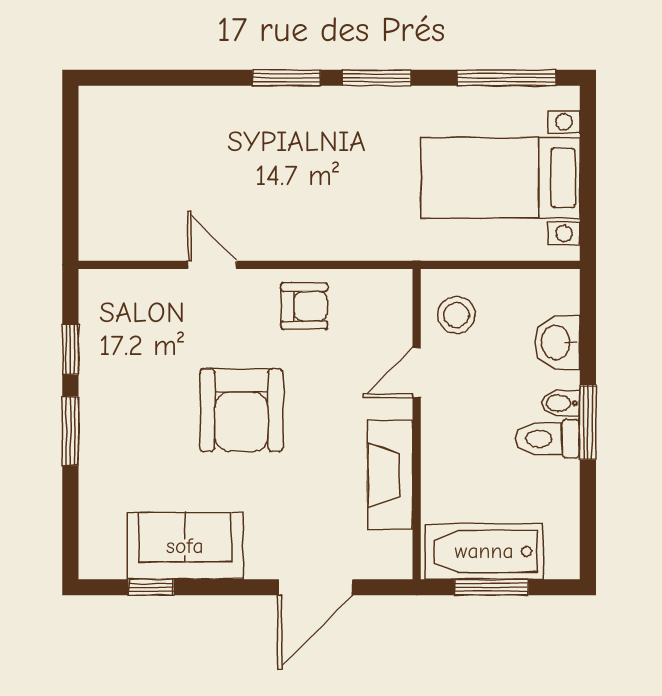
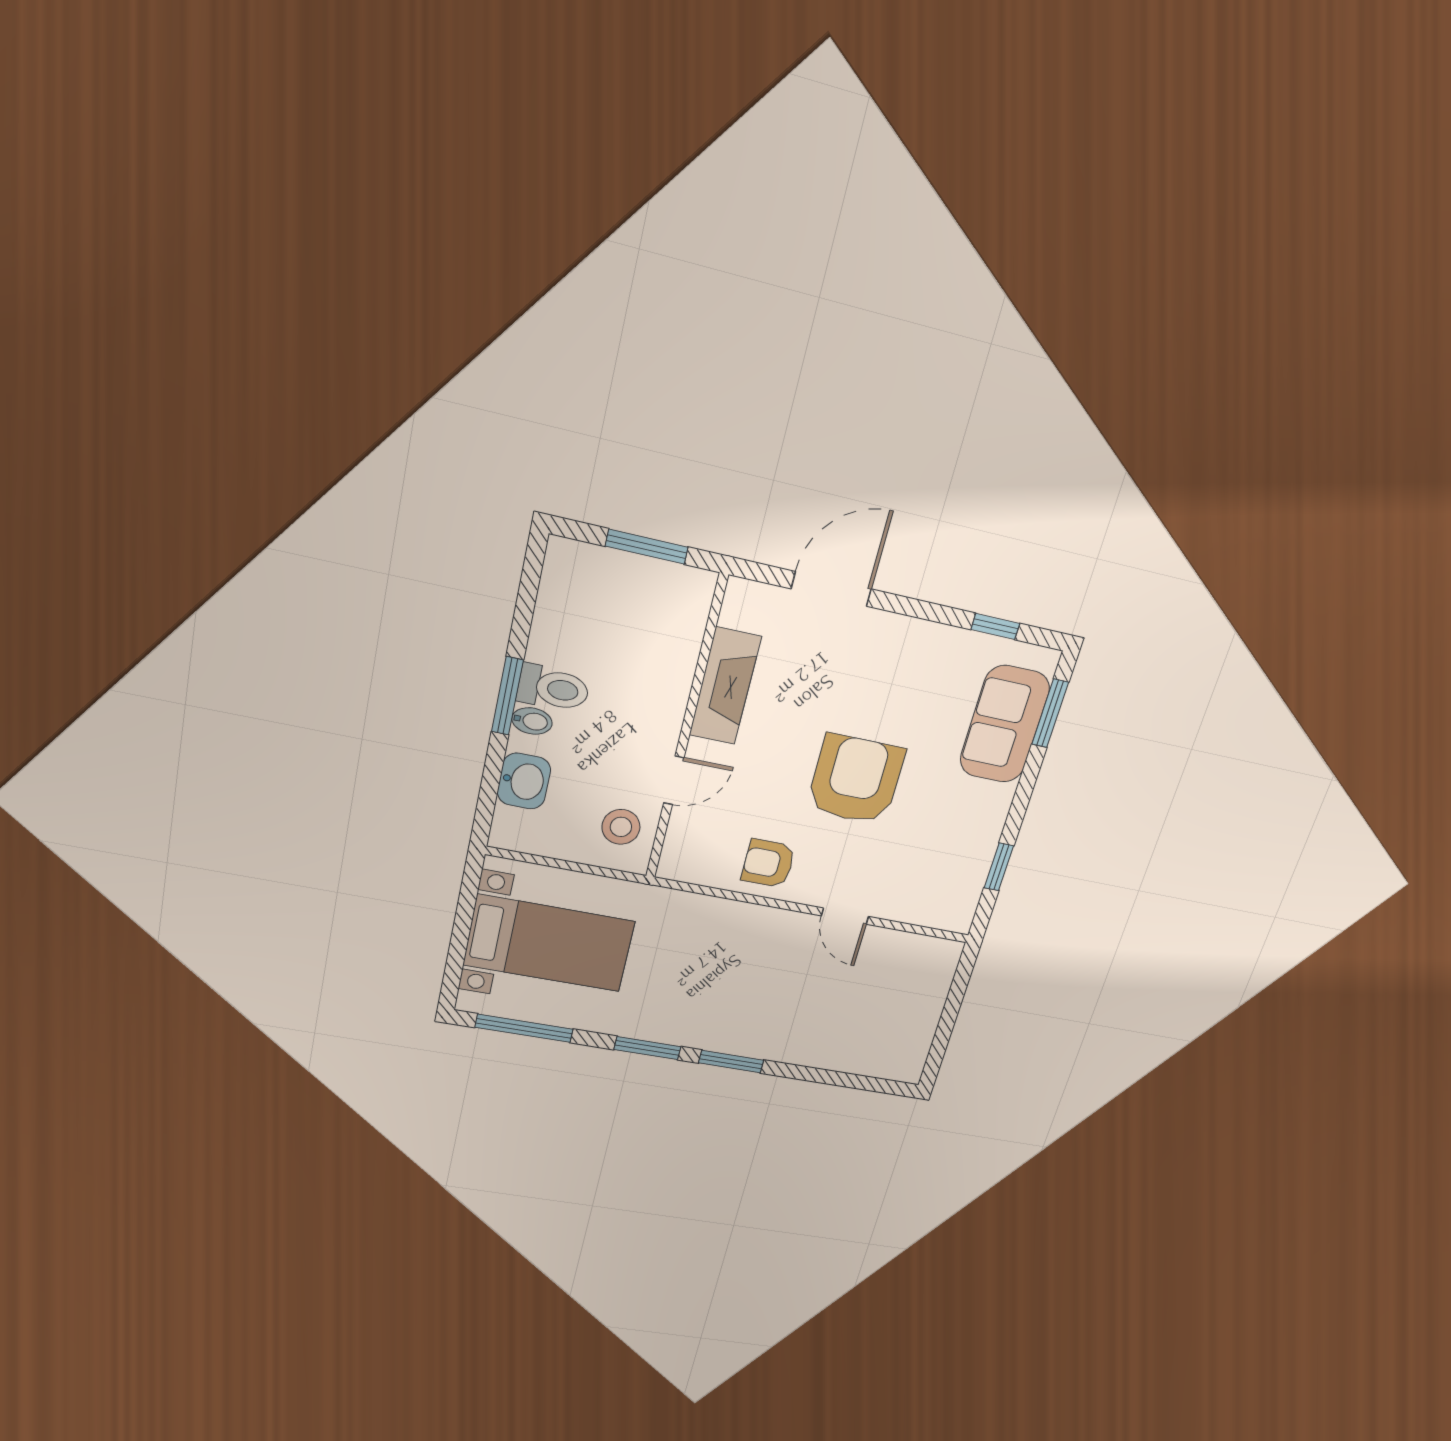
window: (70, 431) -> (1050, 713), moved
sofa: (185, 546) -> (1005, 724), moved, turned 90
bathtub: (484, 551) -> (646, 586), removed

